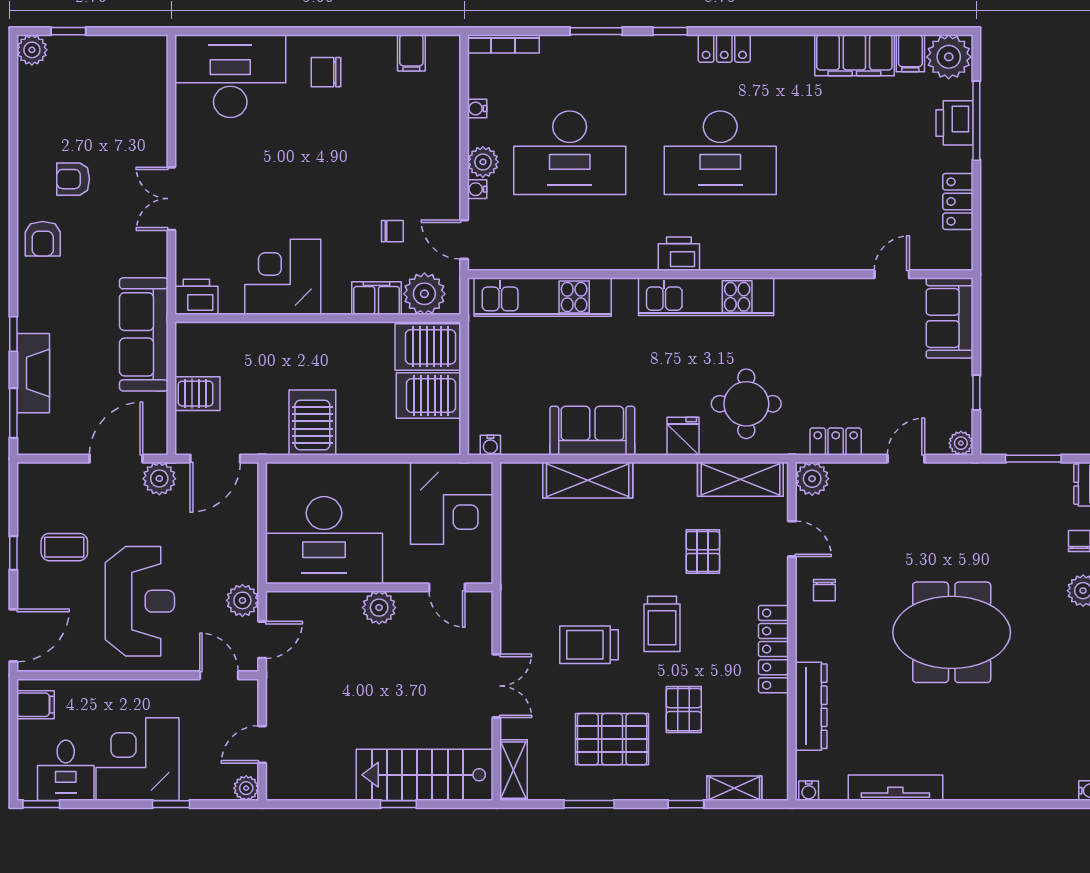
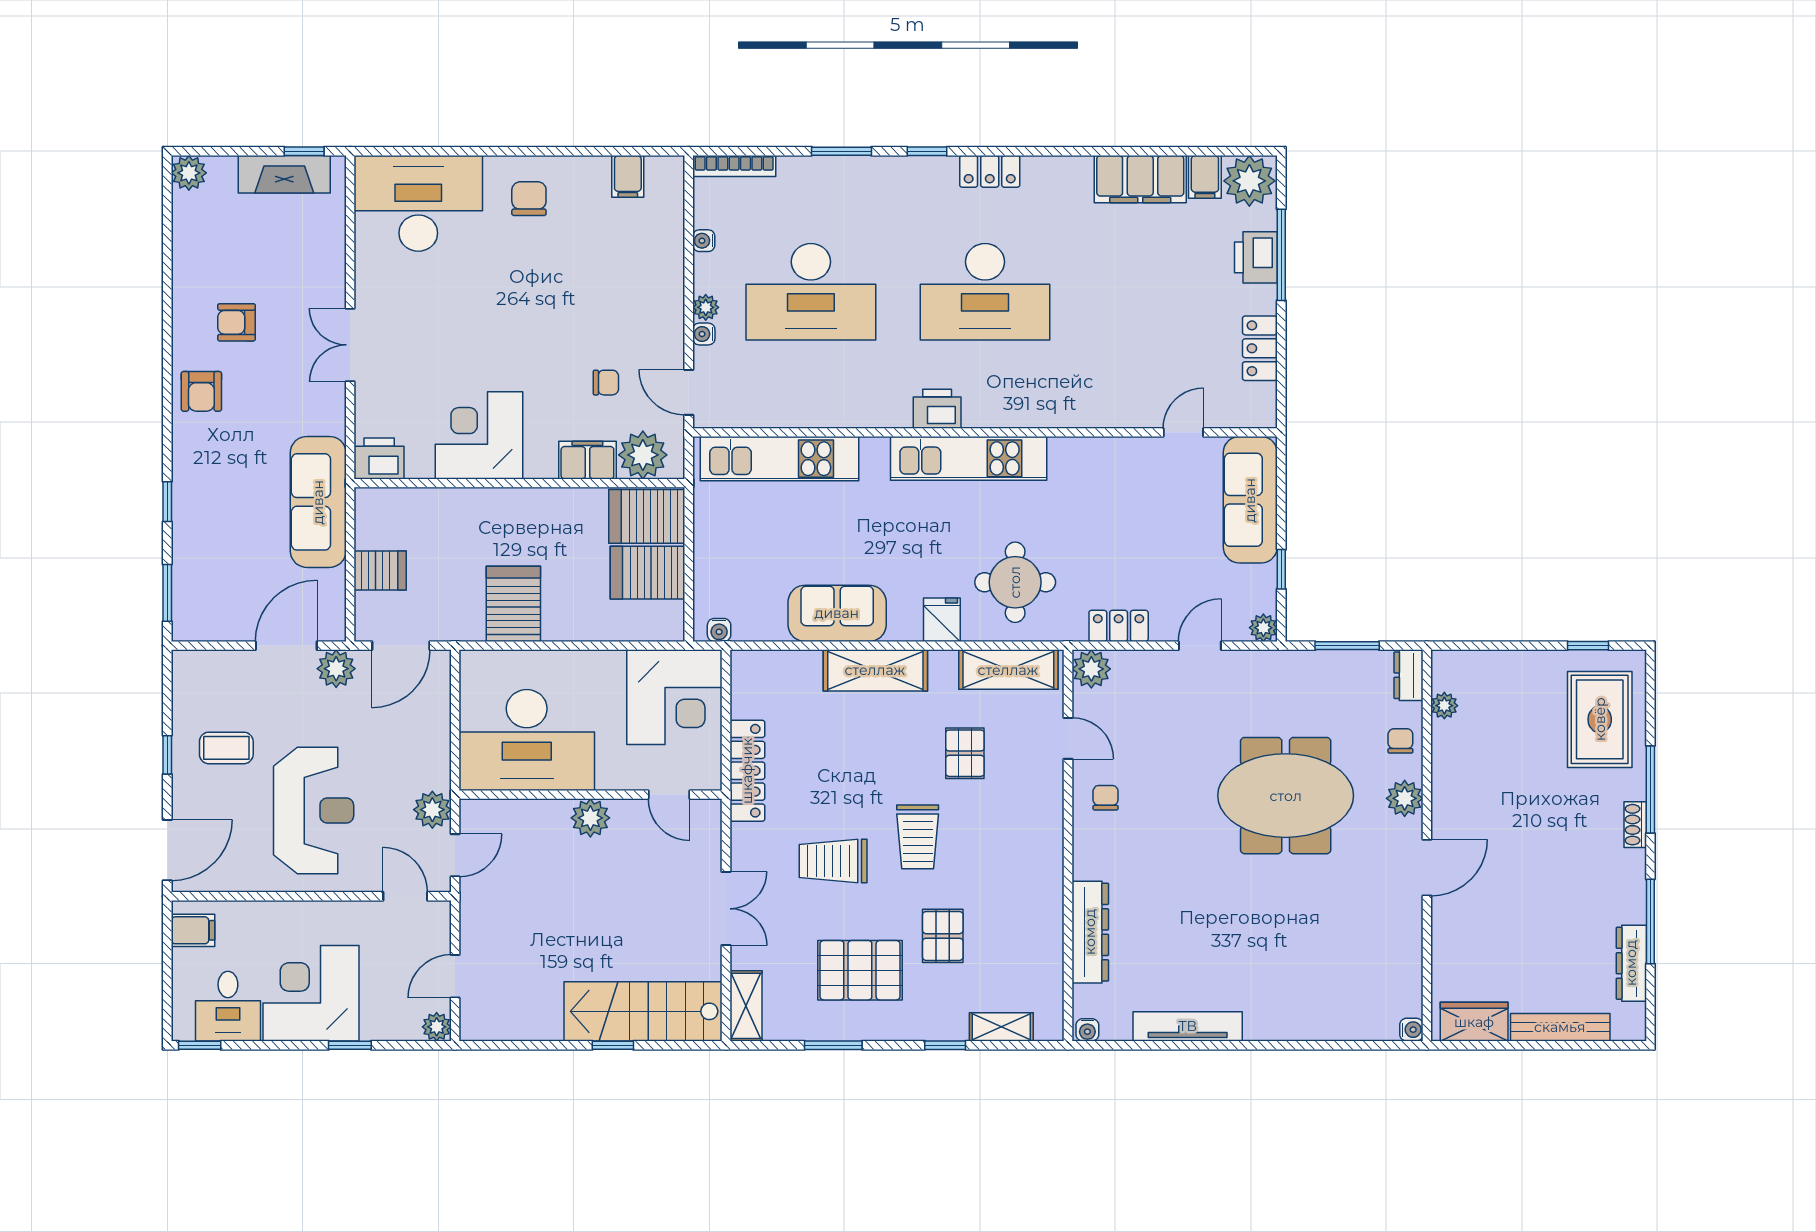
window: (68, 31) -> (304, 151), moved
chair: (326, 72) -> (529, 199), turned 90
plant: (483, 162) -> (706, 307), width x0.73, depth x0.73
sofa: (950, 318) -> (1250, 500), width x1.36
fireplace: (33, 373) -> (284, 174), moved, turned 90
shelving: (588, 480) -> (875, 670), moved
chair: (824, 590) -> (1106, 798), turned 180
meeting table: (952, 632) -> (1286, 796), moved
locker: (773, 649) -> (747, 771), moved, turned 180

